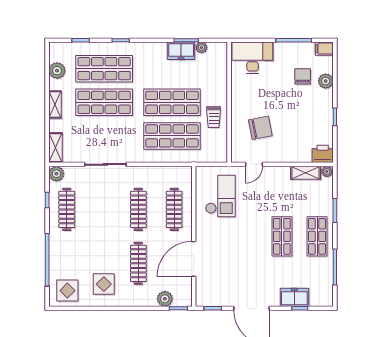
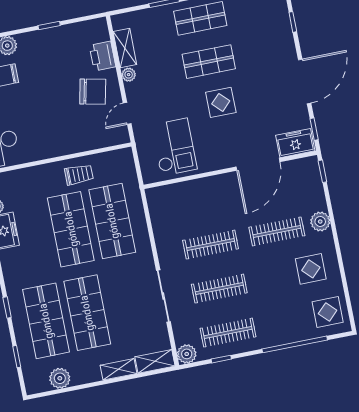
shelving: (55, 104) -> (118, 369), moved
chair: (260, 128) -> (93, 92), moved, turned 113
printer: (323, 154) -> (102, 56), moved
door: (254, 164) -> (127, 113), swing flipped
plant: (327, 172) -> (129, 75), moved
checkout: (220, 196) -> (174, 147), turned 90
clothes rail: (174, 209) -> (219, 289), moved
display table: (248, 239) -> (221, 102), added
door: (194, 259) -> (258, 164), hinge flipped
freezer: (294, 297) -> (295, 143), moved, turned 90
plant: (165, 299) -> (320, 222), moved

